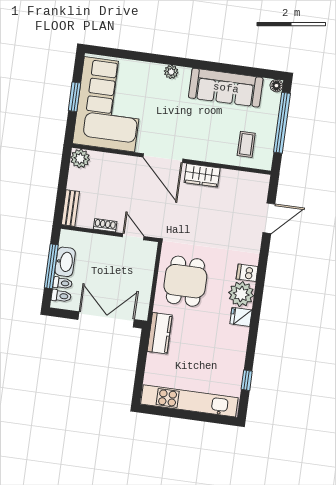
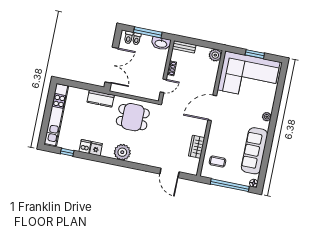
wardrobe: (202, 175) -> (197, 147), moved
washbasin: (65, 262) -> (161, 43), moved
dishwasher: (247, 273) -> (85, 147), moved
fridge: (241, 317) -> (96, 149), moved

